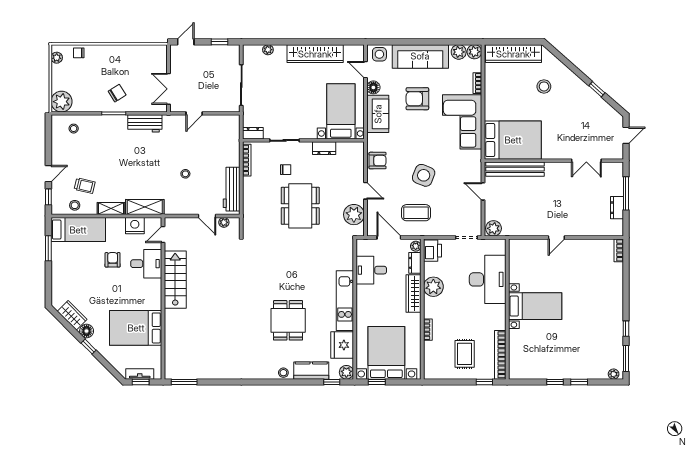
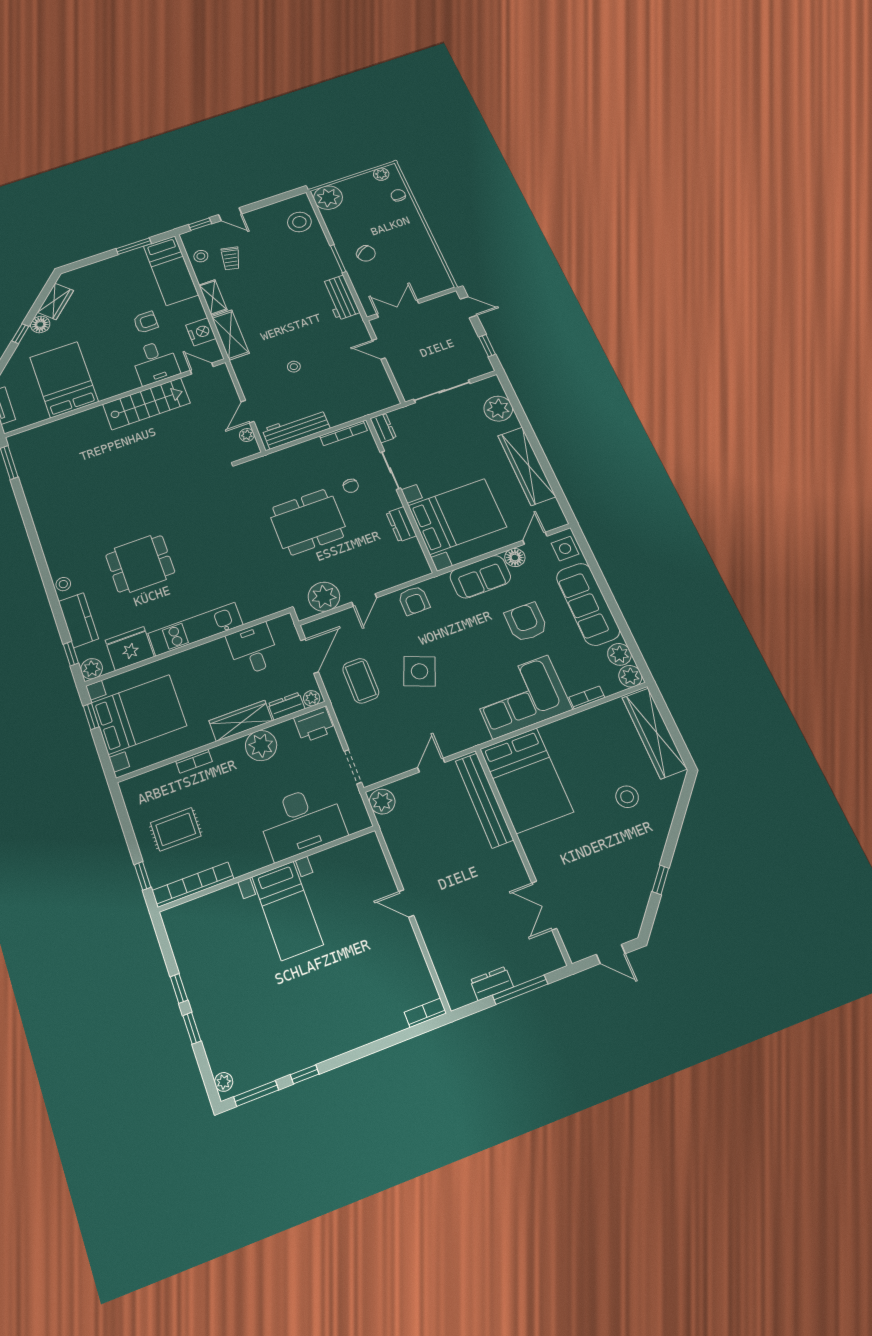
plant: (268, 50) -> (498, 409), width x1.87, depth x1.87
bed with nightstands: (341, 111) -> (457, 516), width x1.36
stool: (74, 129) -> (299, 222), width x1.89, depth x1.89

